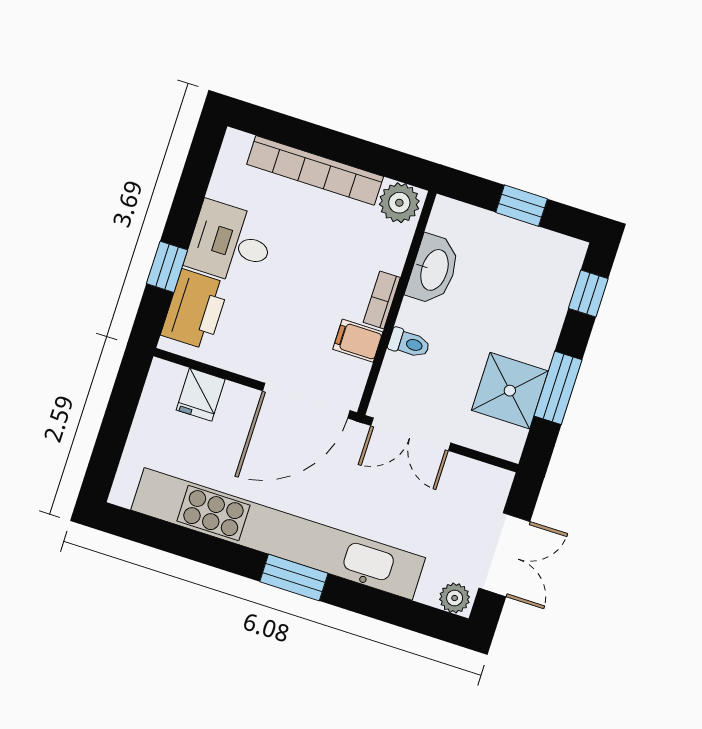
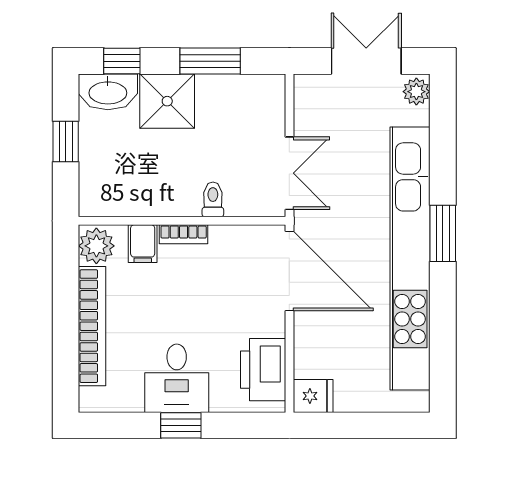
window: (167, 267) -> (181, 425), moved
washbasin: (433, 270) -> (108, 92), moved, turned 180
printer: (195, 309) -> (263, 370), moved, turned -90
filing cabinet: (358, 341) -> (143, 244), moved
shower: (510, 391) -> (167, 101), moved
fridge: (201, 395) -> (313, 396), moved

